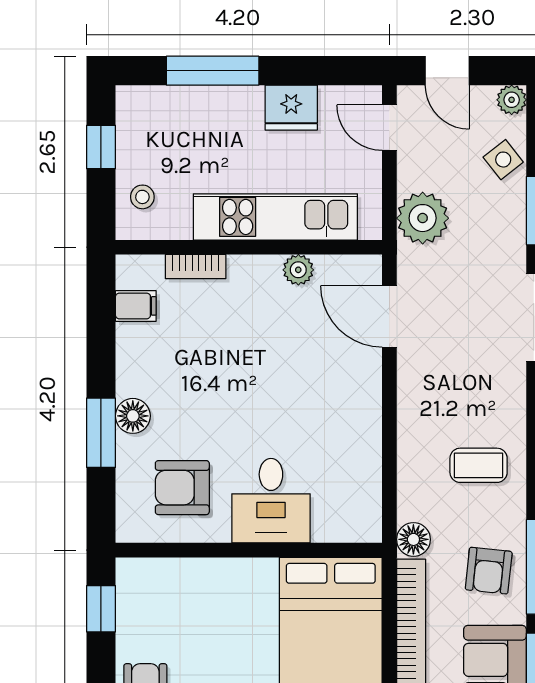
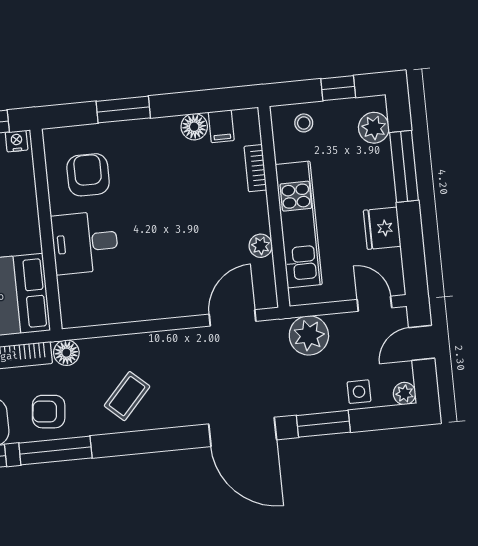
plant: (158, 105) -> (374, 128), added
door: (389, 128) -> (374, 304), hinge flipped
side table: (503, 160) -> (359, 392), turned 38
floor lamp: (133, 416) -> (194, 127), moved
coffee table: (479, 465) -> (127, 396), turned 42
nightstand: (128, 577) -> (17, 141), added

